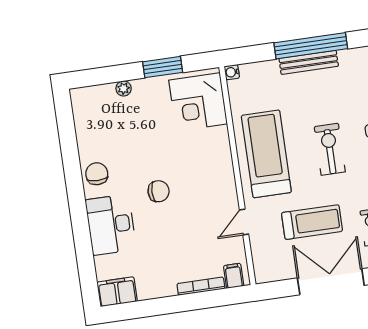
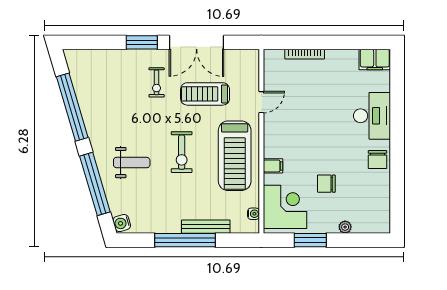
bench: (309, 62) -> (206, 227), moved
water cooler: (232, 72) -> (253, 214), moved
chair: (159, 191) -> (326, 184), moved
filing cabinet: (234, 276) -> (273, 166), moved, turned -90

